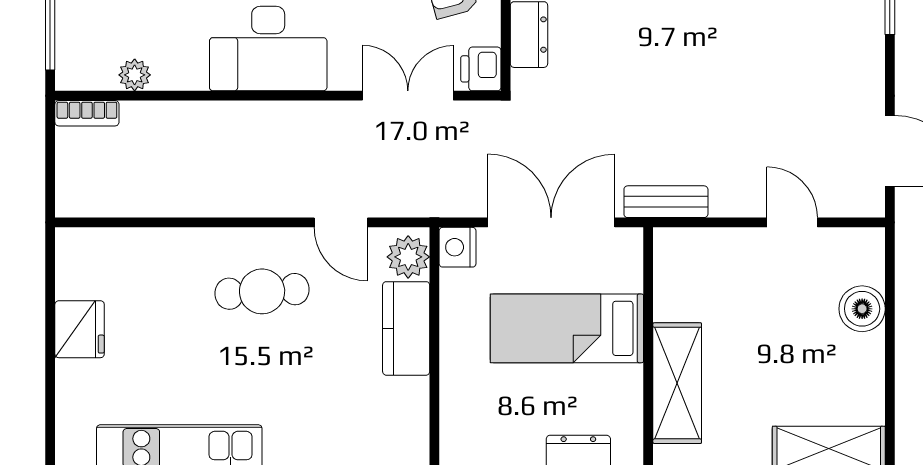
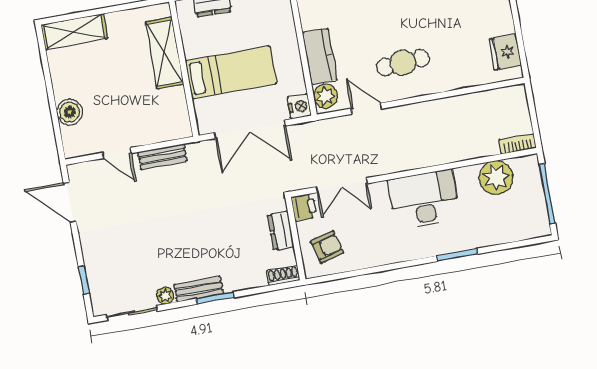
plant: (135, 75) -> (496, 178), width x1.87, depth x1.87
bench: (666, 202) -> (162, 157), moved
fridge: (80, 329) -> (505, 52), moved

